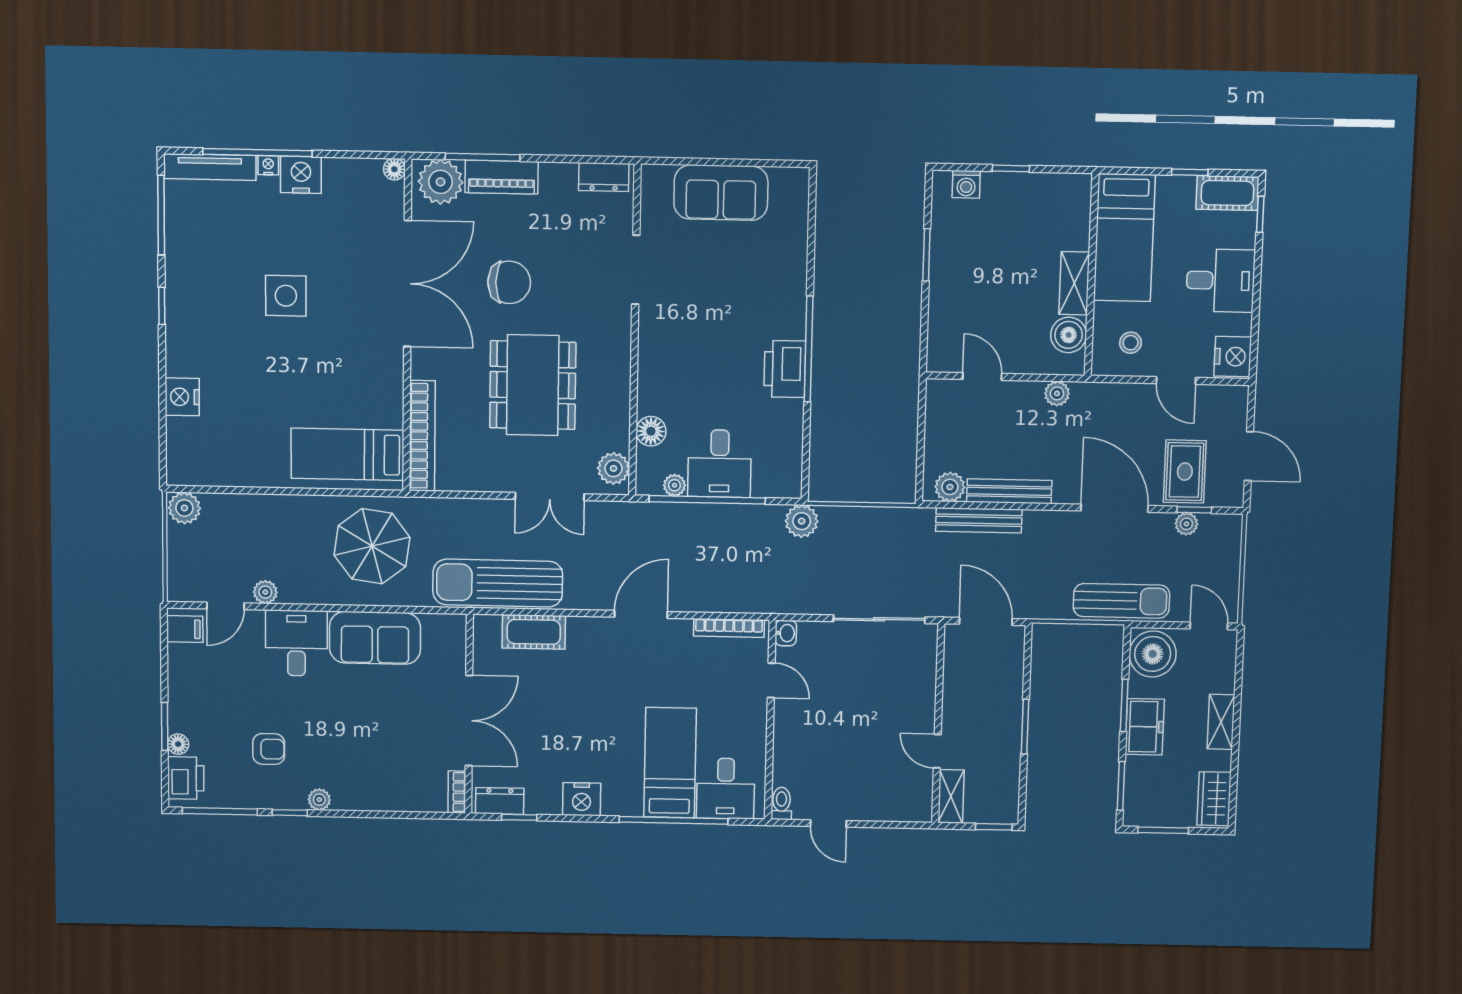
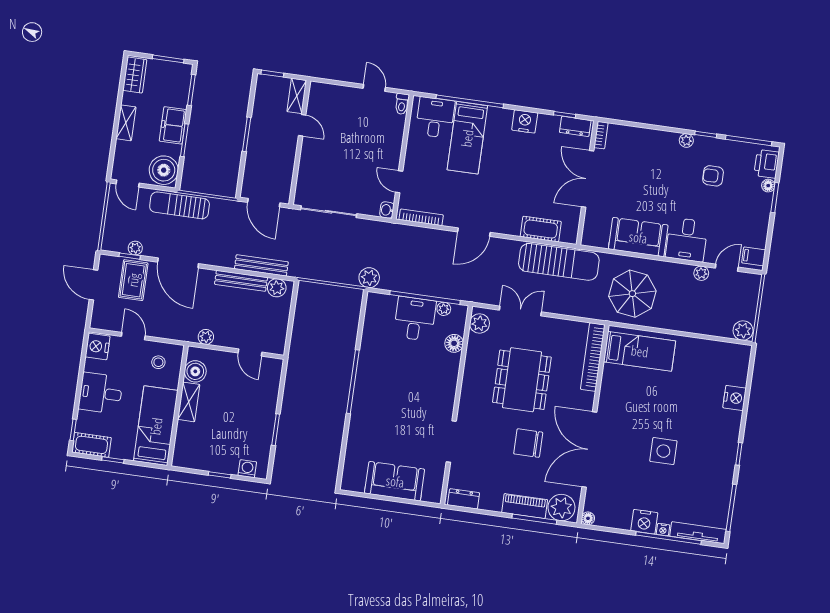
printer: (785, 369) -> (369, 371), removed

